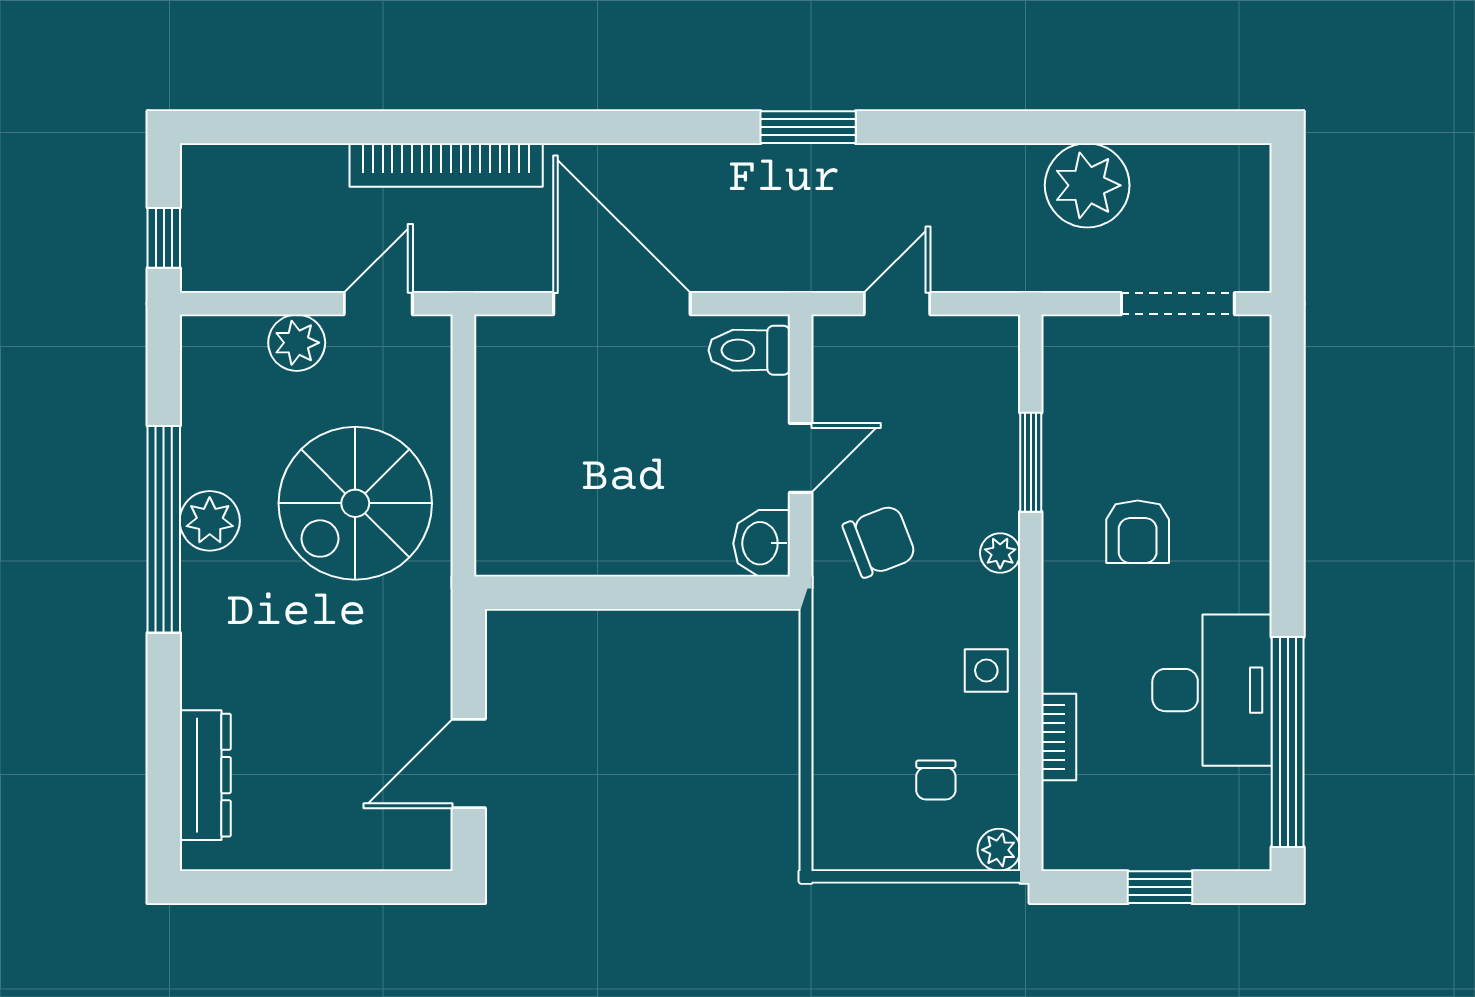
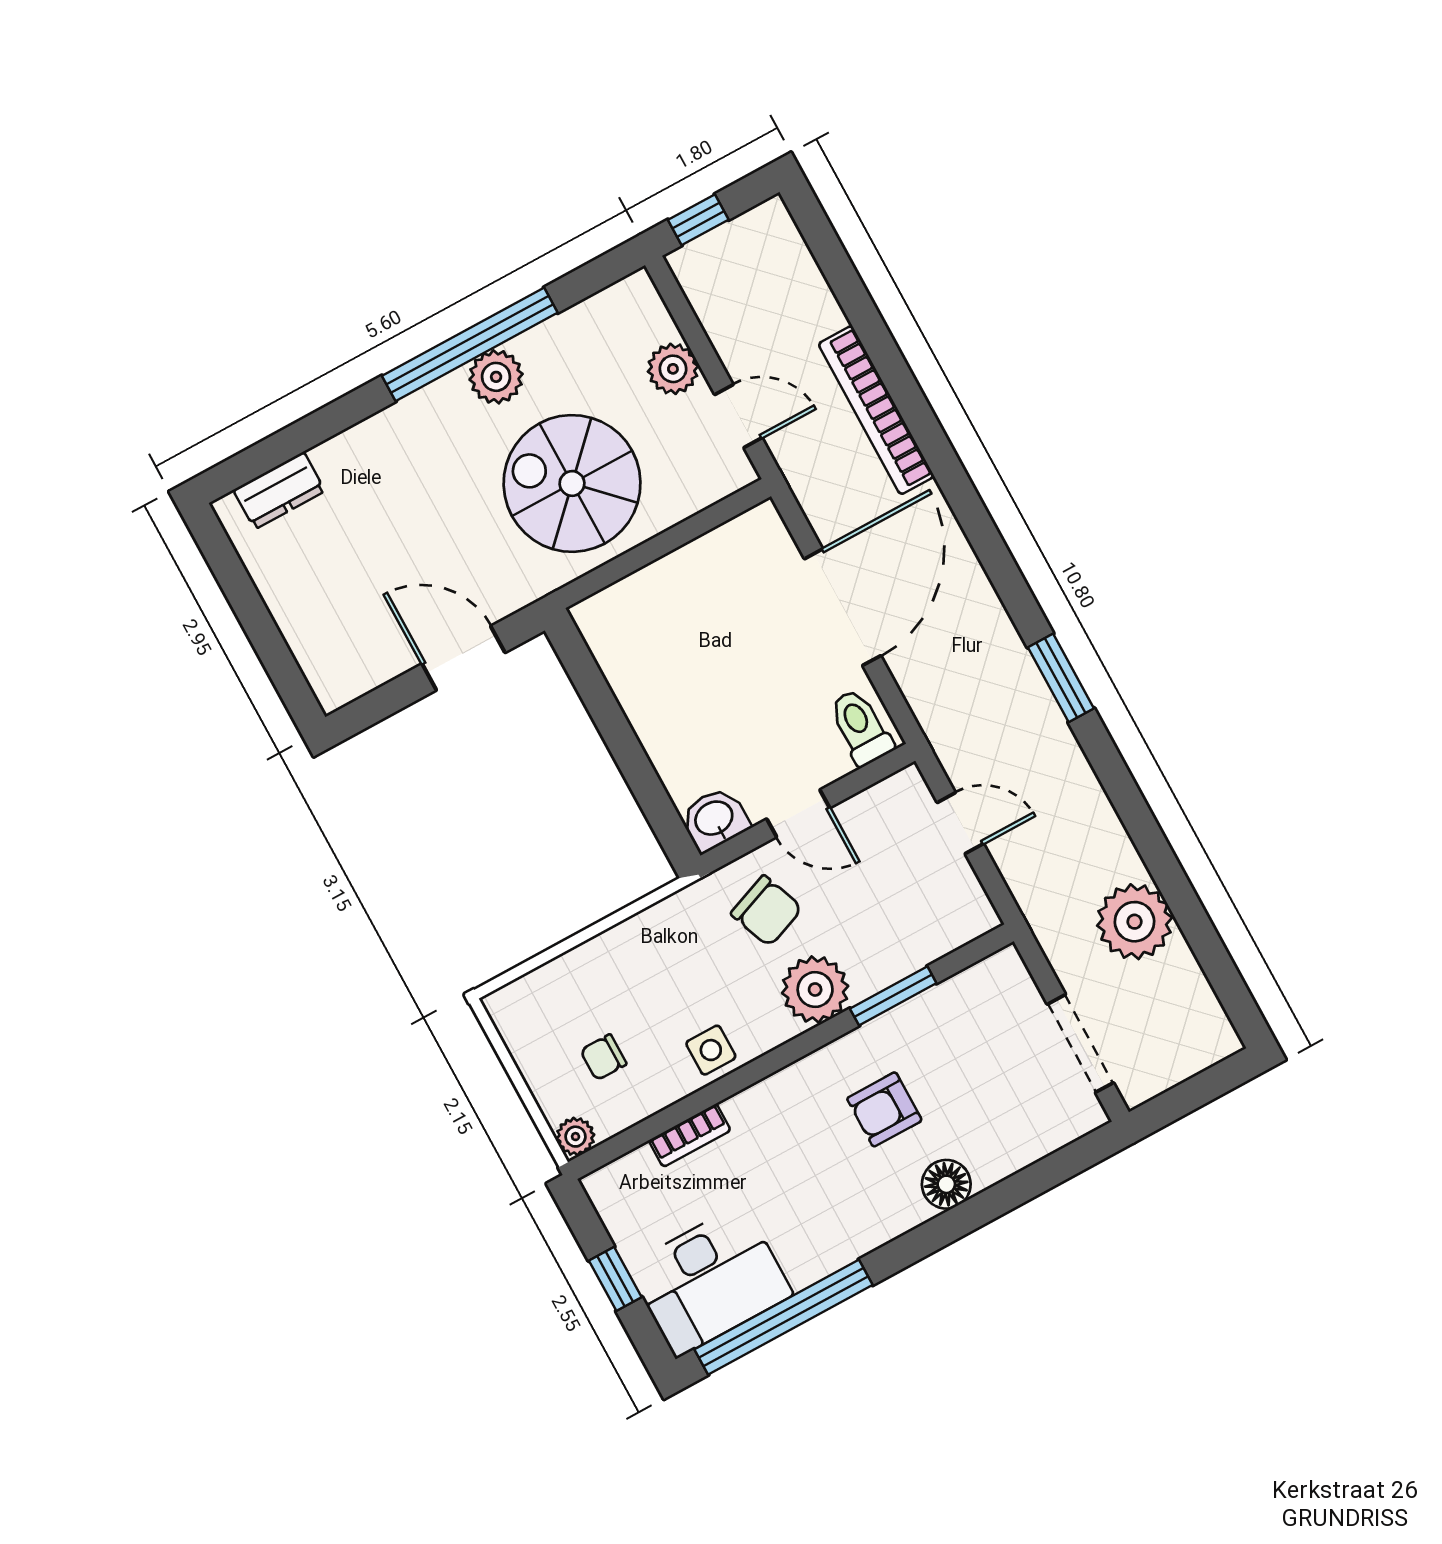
floor lamp: (1244, 511) -> (946, 1184), added
plant: (1000, 553) -> (815, 990), width x1.87, depth x1.87
desk: (1212, 690) -> (710, 1280), moved
door: (469, 763) -> (464, 658), moved
dresser: (205, 775) -> (279, 490), width x0.70

